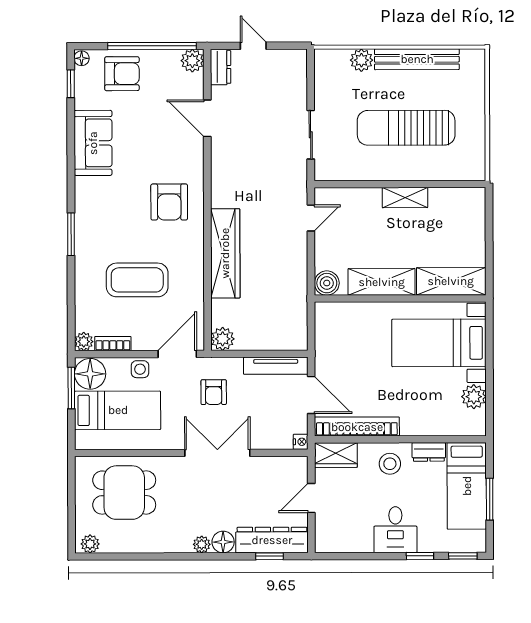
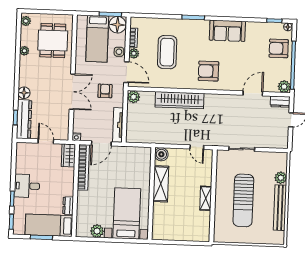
armchair: (122, 74) -> (279, 48), turned 90
sun lounger: (406, 128) -> (243, 200), turned 180
sofa: (93, 143) -> (227, 31), moved
shelving: (451, 281) -> (160, 221), removed
plant: (84, 342) -> (134, 53), moved
armchair: (214, 392) -> (105, 91), turned 90
stool: (390, 464) -> (63, 184), removed
plant: (202, 544) -> (24, 51), moved

